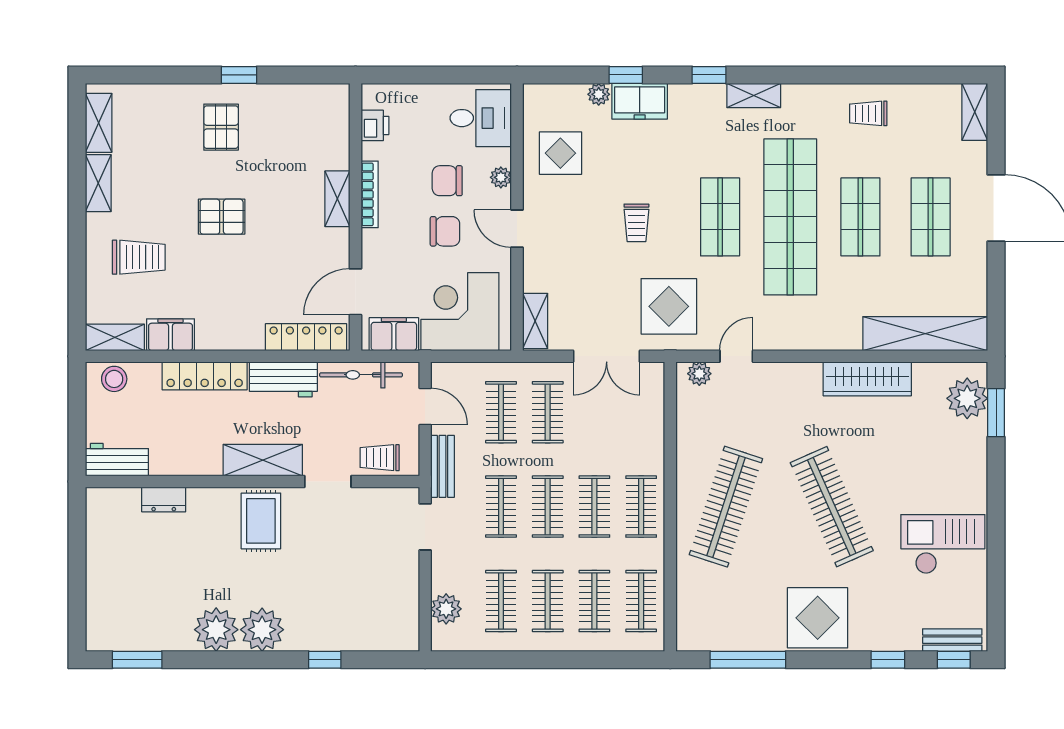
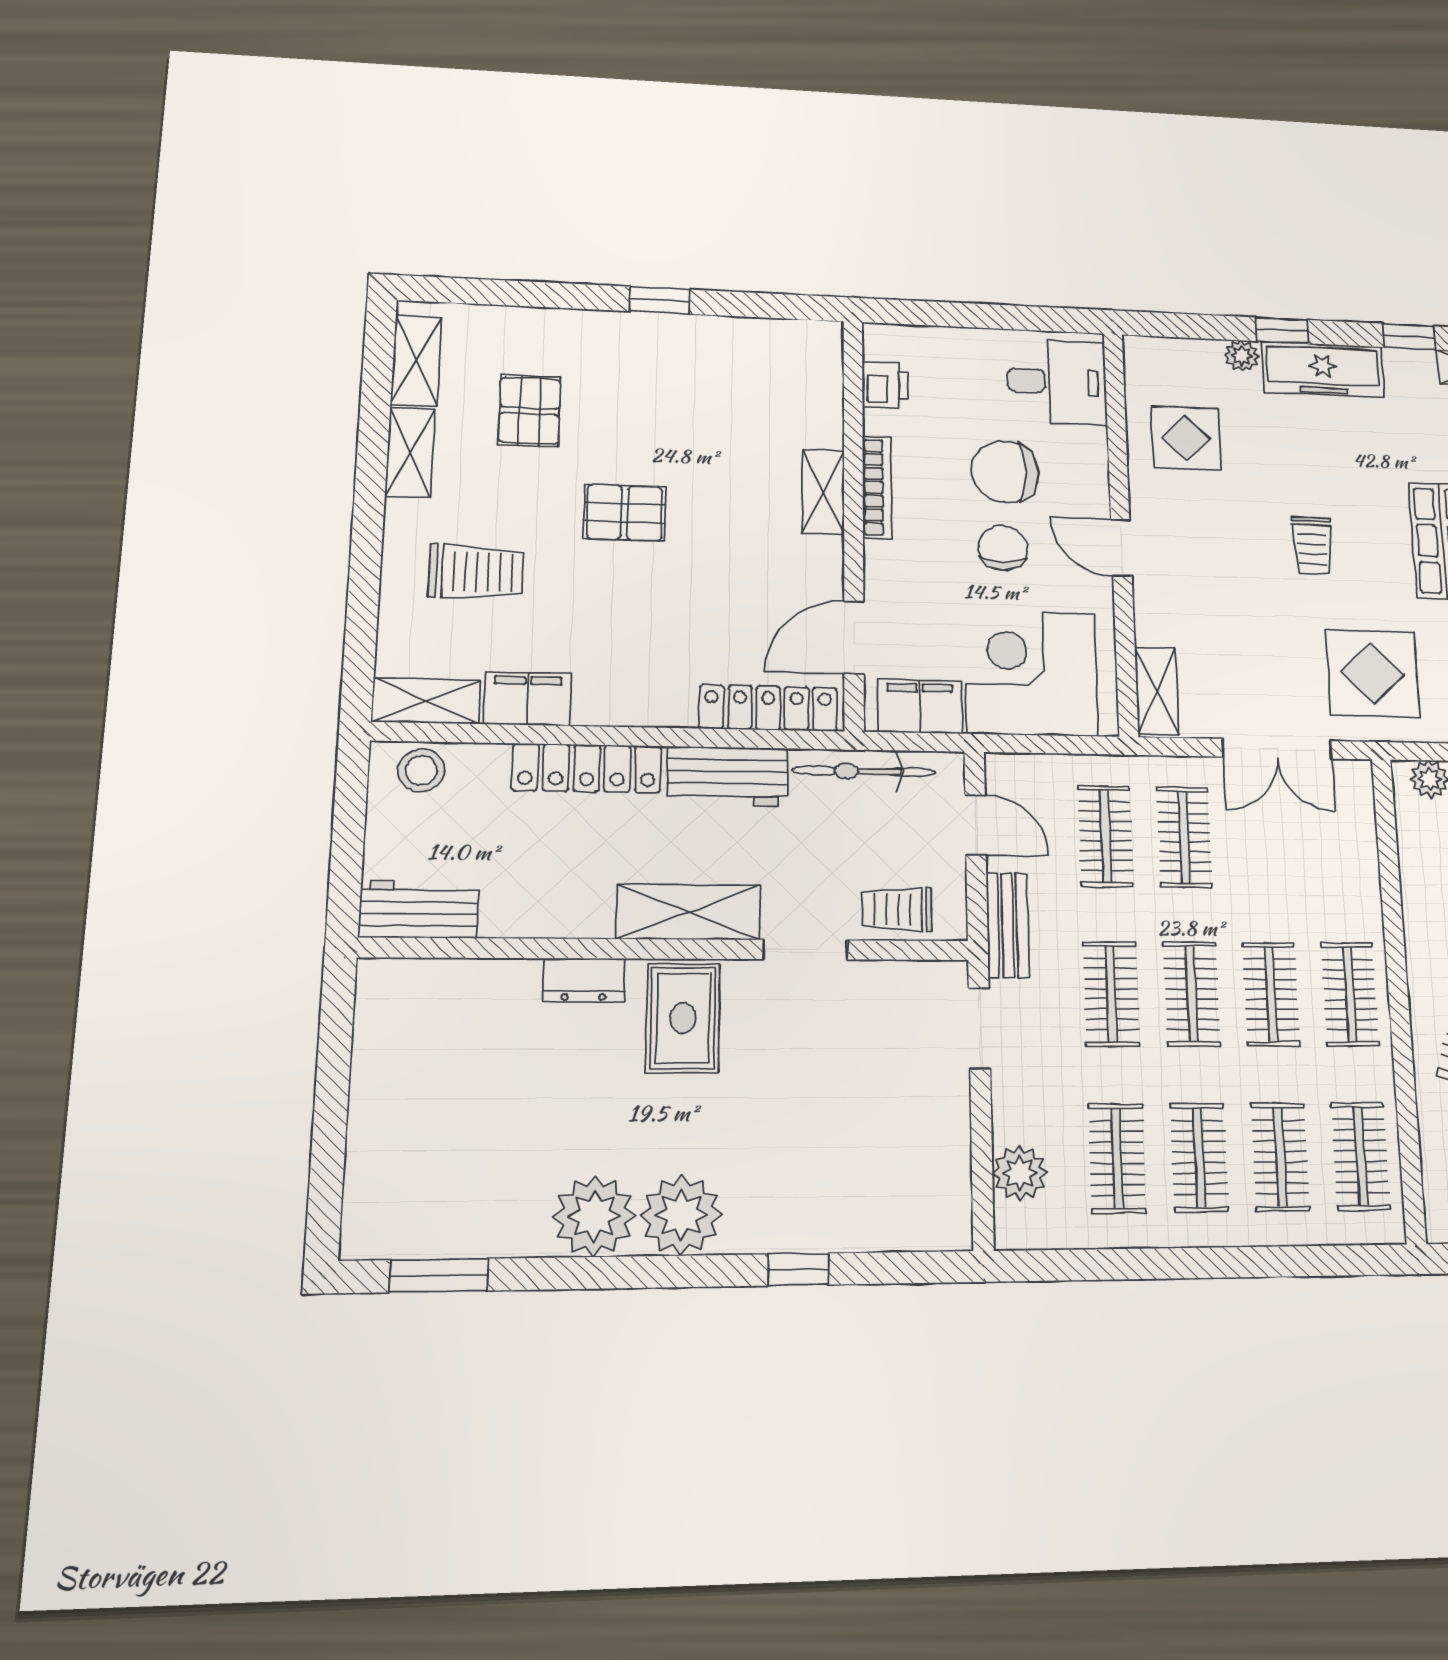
freezer: (640, 101) -> (1323, 369), width x1.40
pallet: (221, 127) -> (530, 411), moved
plant: (501, 177) -> (1092, 470), removed
chair: (447, 181) -> (1005, 472), width x1.37, depth x1.37
chair: (445, 231) -> (1003, 548), turned -90
dresser: (164, 499) -> (584, 980), moved

